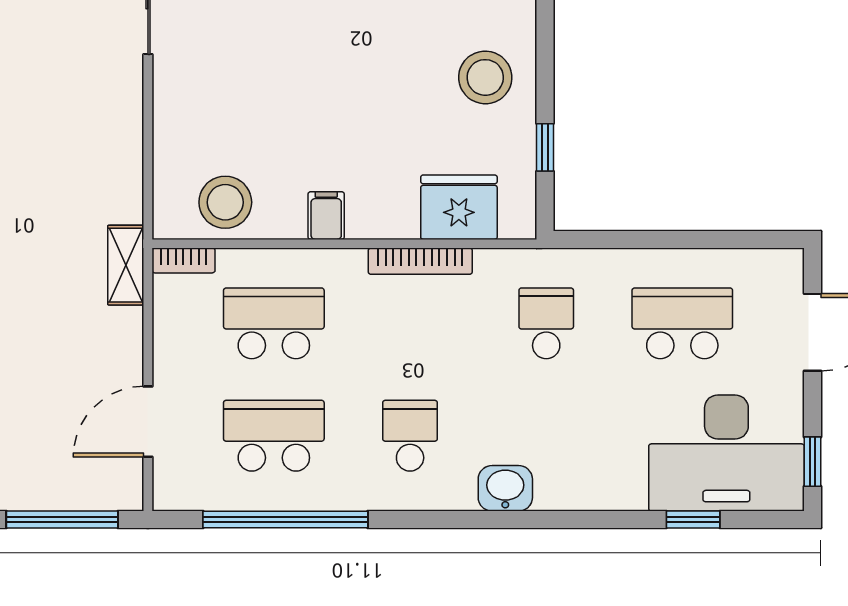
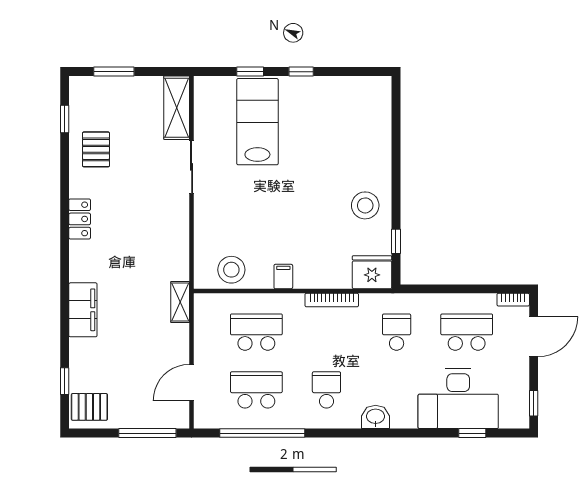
fridge: (459, 207) -> (372, 272), moved
bookcase: (183, 260) -> (513, 300), moved
desk: (726, 453) -> (458, 399), moved

